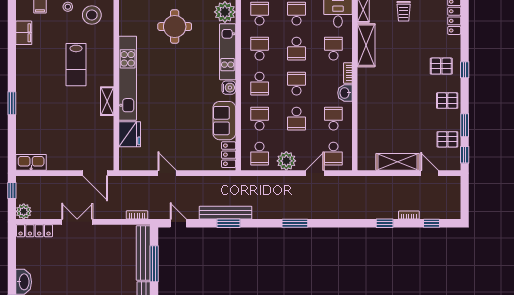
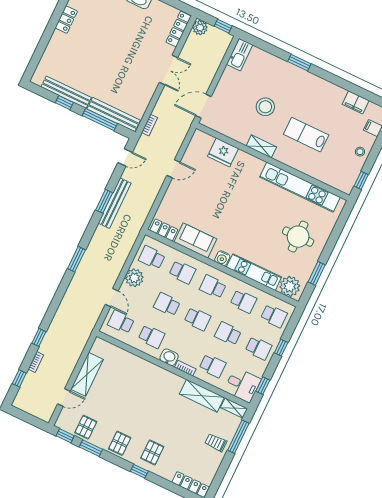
stool: (92, 15) -> (265, 107), moved
kitchen unit: (128, 78) -> (300, 187), moved

